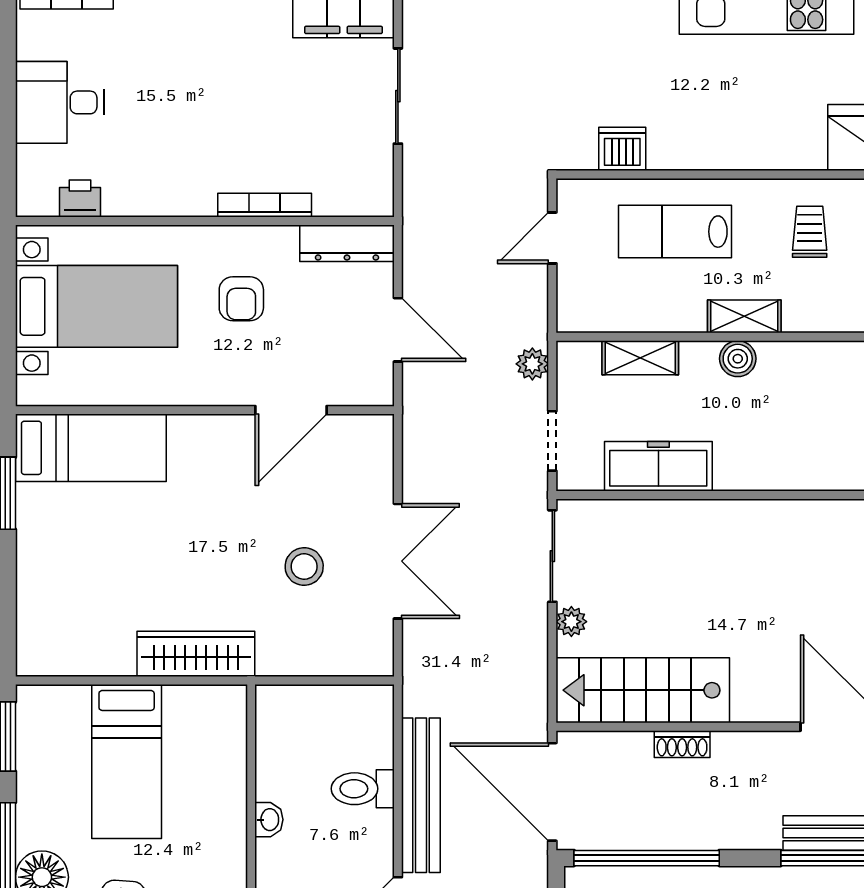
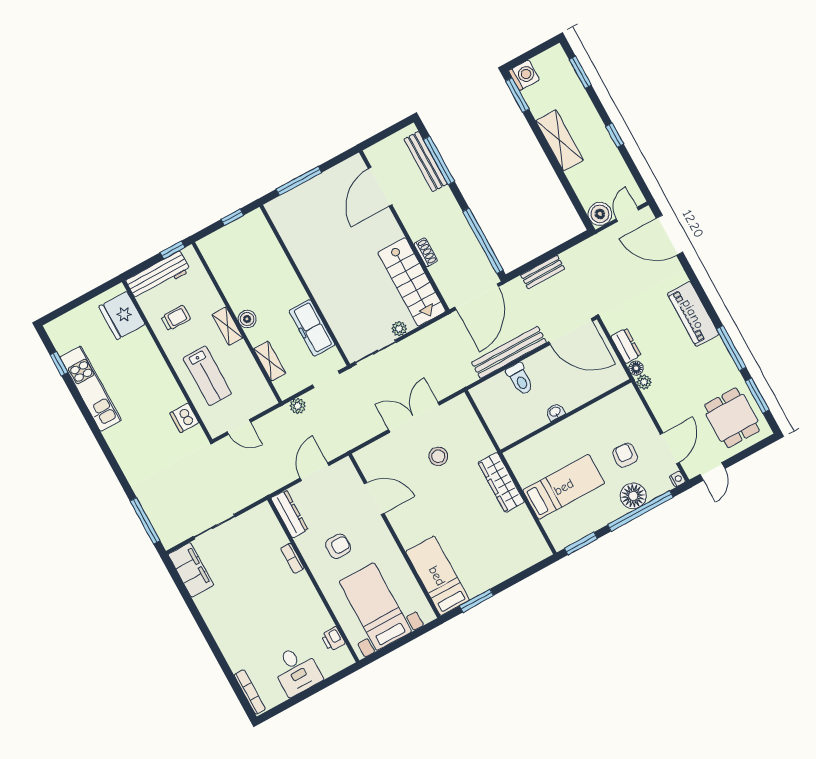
bookcase: (265, 205) -> (292, 558), width x0.64
trolley: (810, 232) -> (176, 318), turned 180

